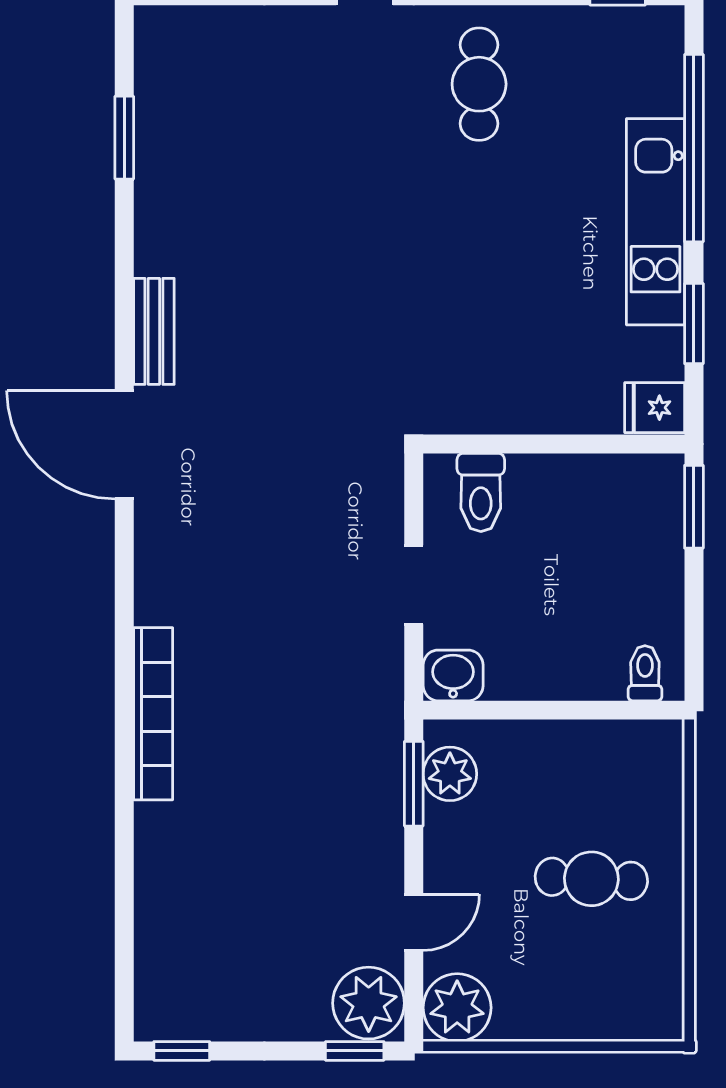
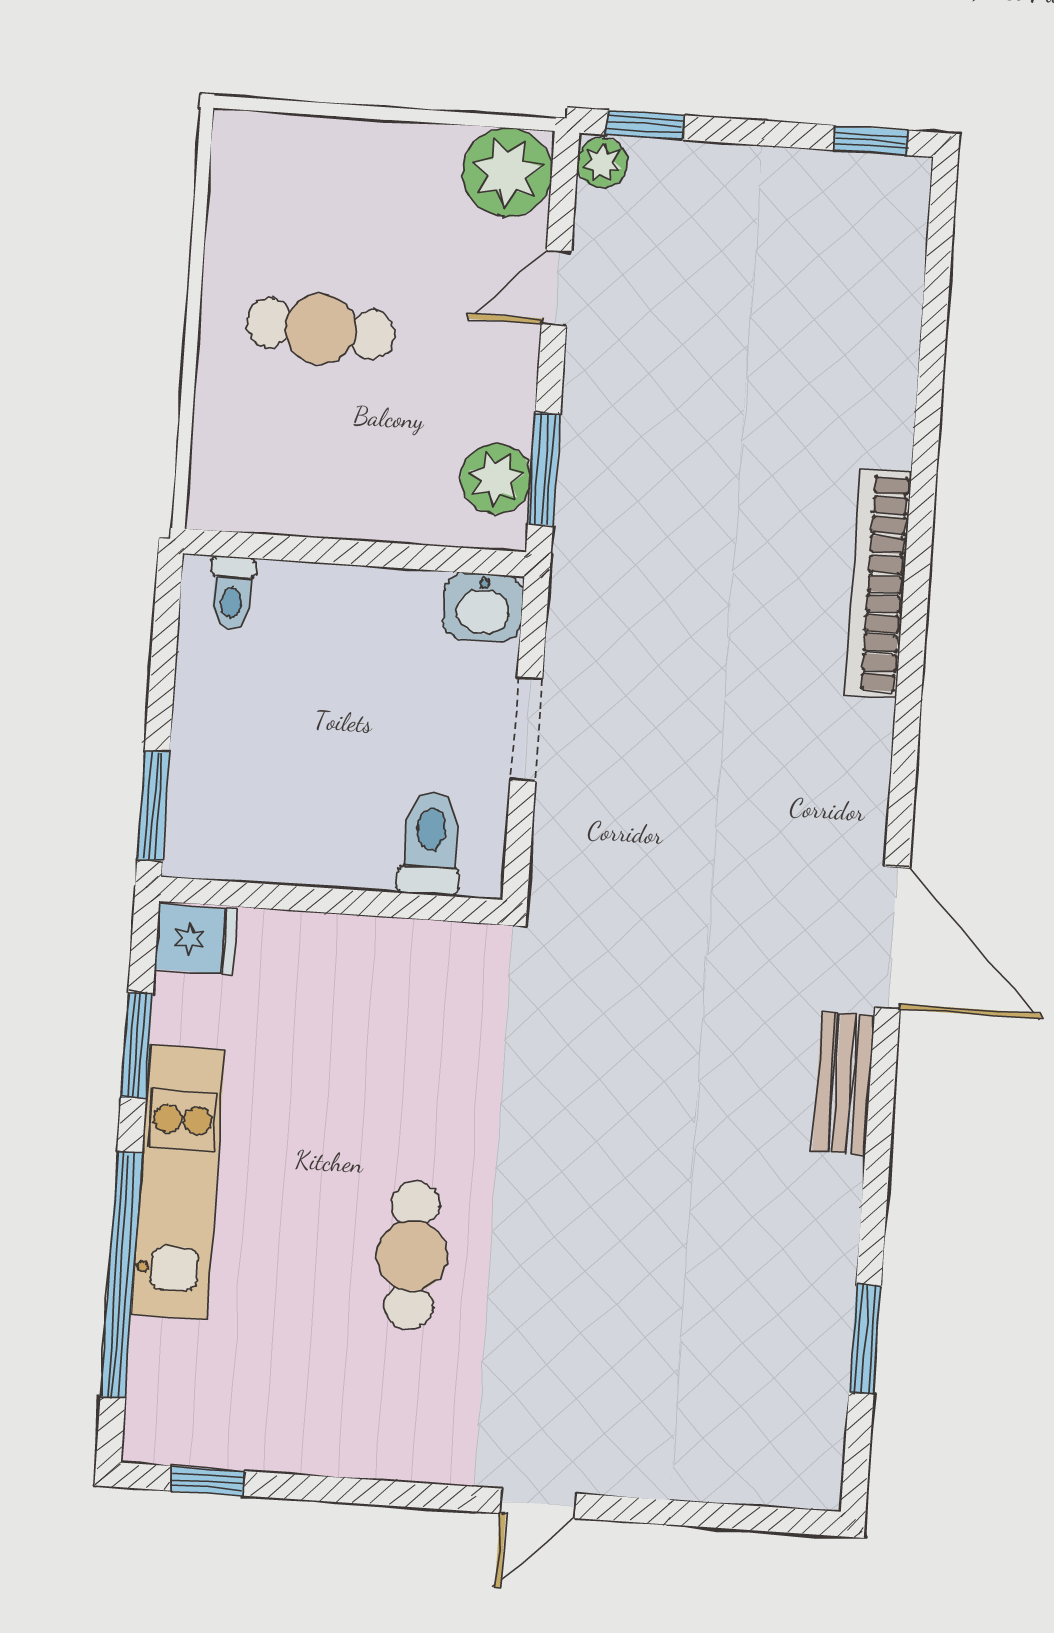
cafe table: (479, 84) -> (412, 1256), moved
plant: (369, 1003) -> (602, 163), width x0.53, depth x0.53

